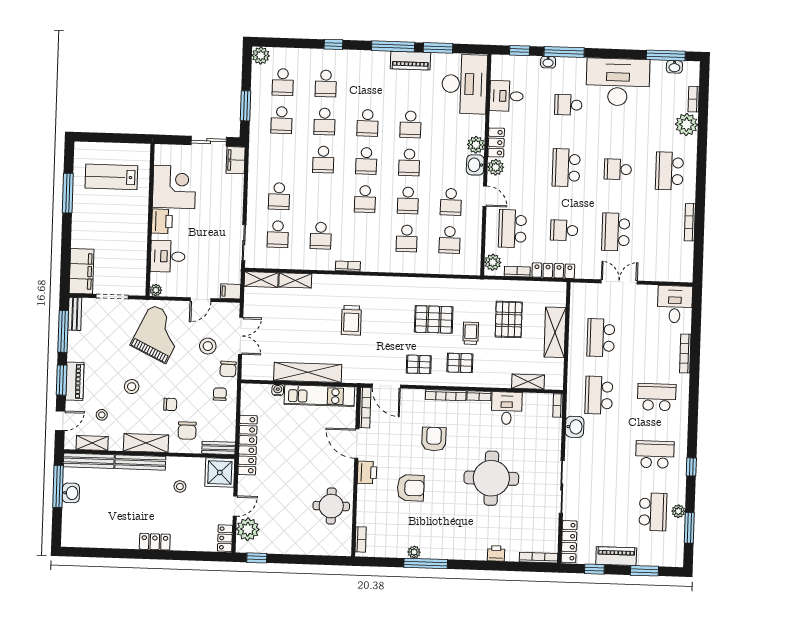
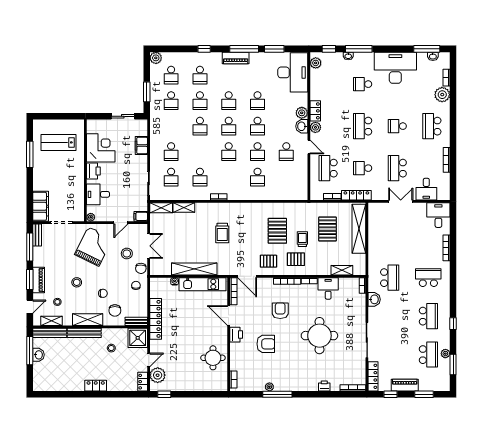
piano: (410, 61) -> (236, 58), moved
desk: (506, 96) -> (426, 189), moved, turned -90
filing cabinet: (236, 160) -> (141, 146), moved
school desk: (450, 240) -> (286, 177), removed
plant: (493, 262) -> (316, 63), moved
pallet: (434, 319) -> (277, 231), turned 90
shelving: (555, 332) -> (359, 229), width x1.47
school desk: (601, 338) -> (390, 239), removed
school desk: (599, 395) -> (390, 278), turned 180
school desk: (655, 454) -> (428, 316), turned 90

